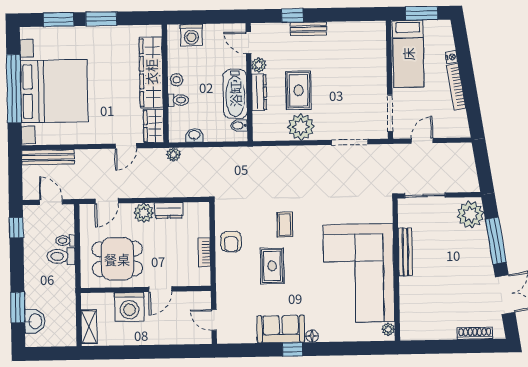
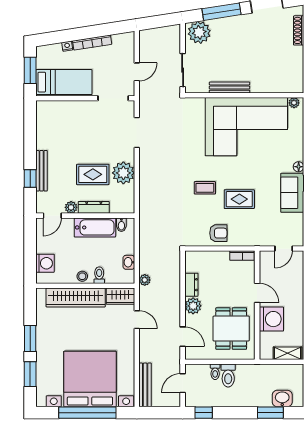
bench: (308, 29) -> (42, 171), width x1.36
door: (422, 141) -> (137, 72), swing flipped
bookcase: (204, 252) -> (242, 256), moved

